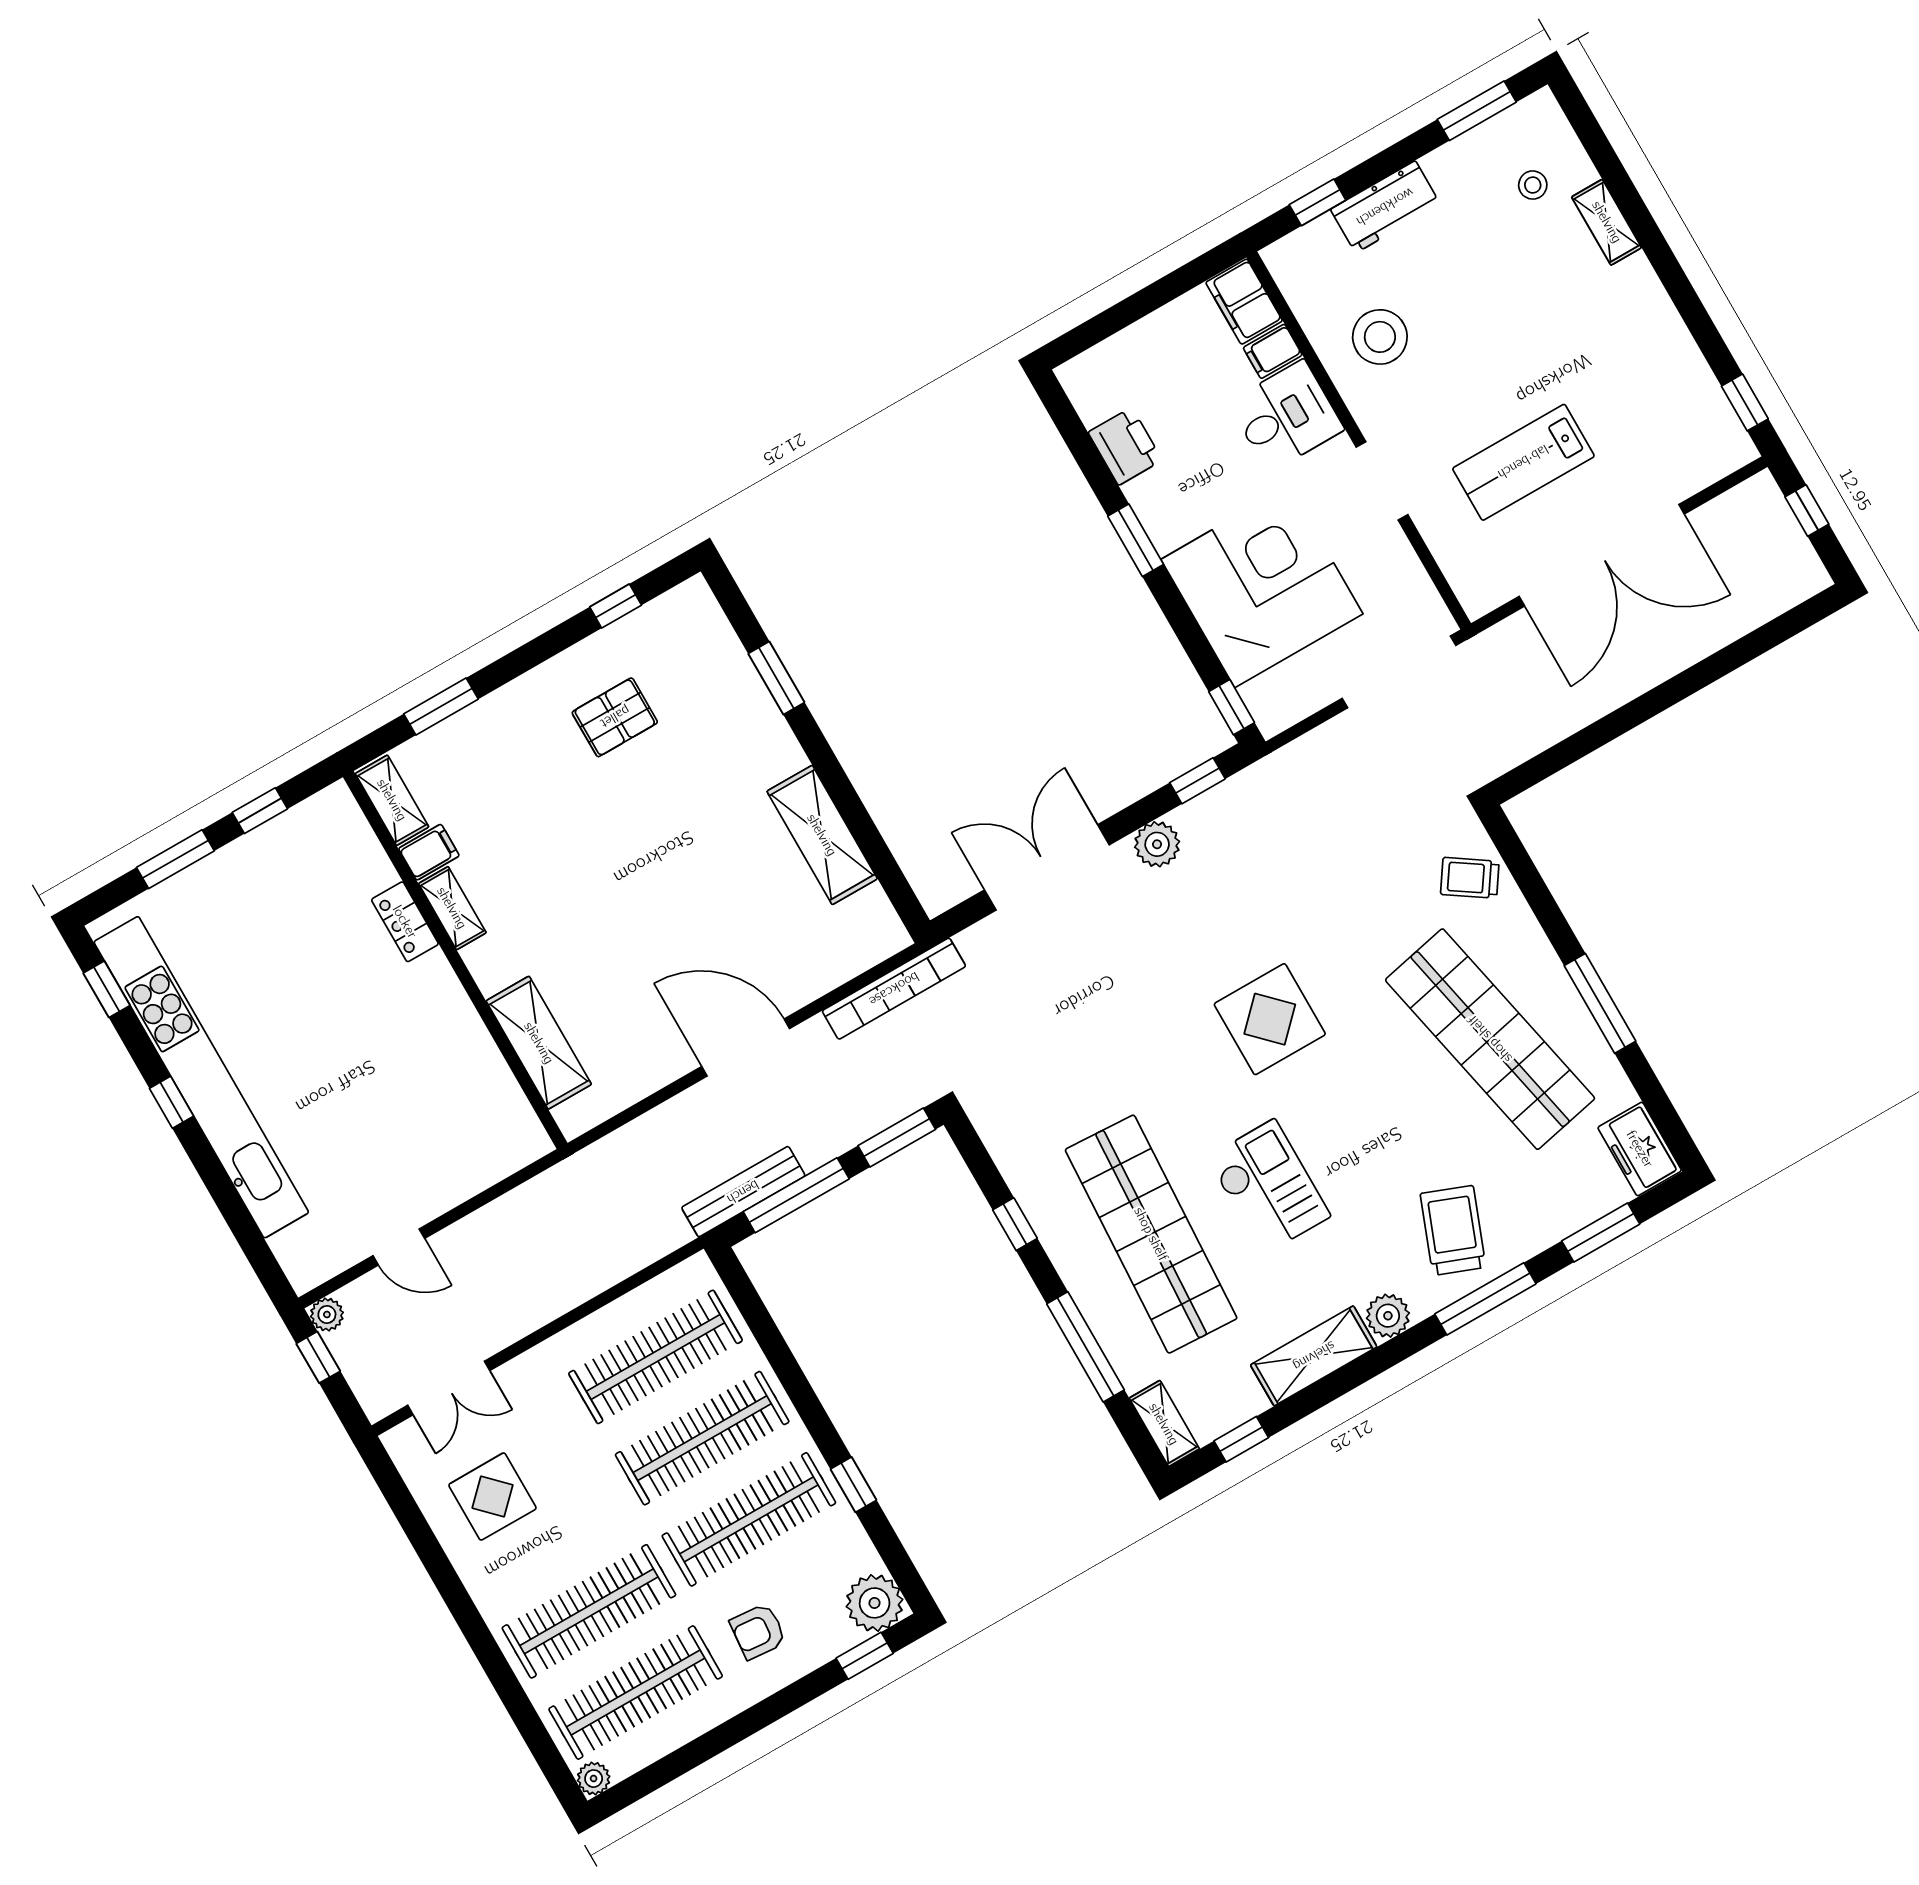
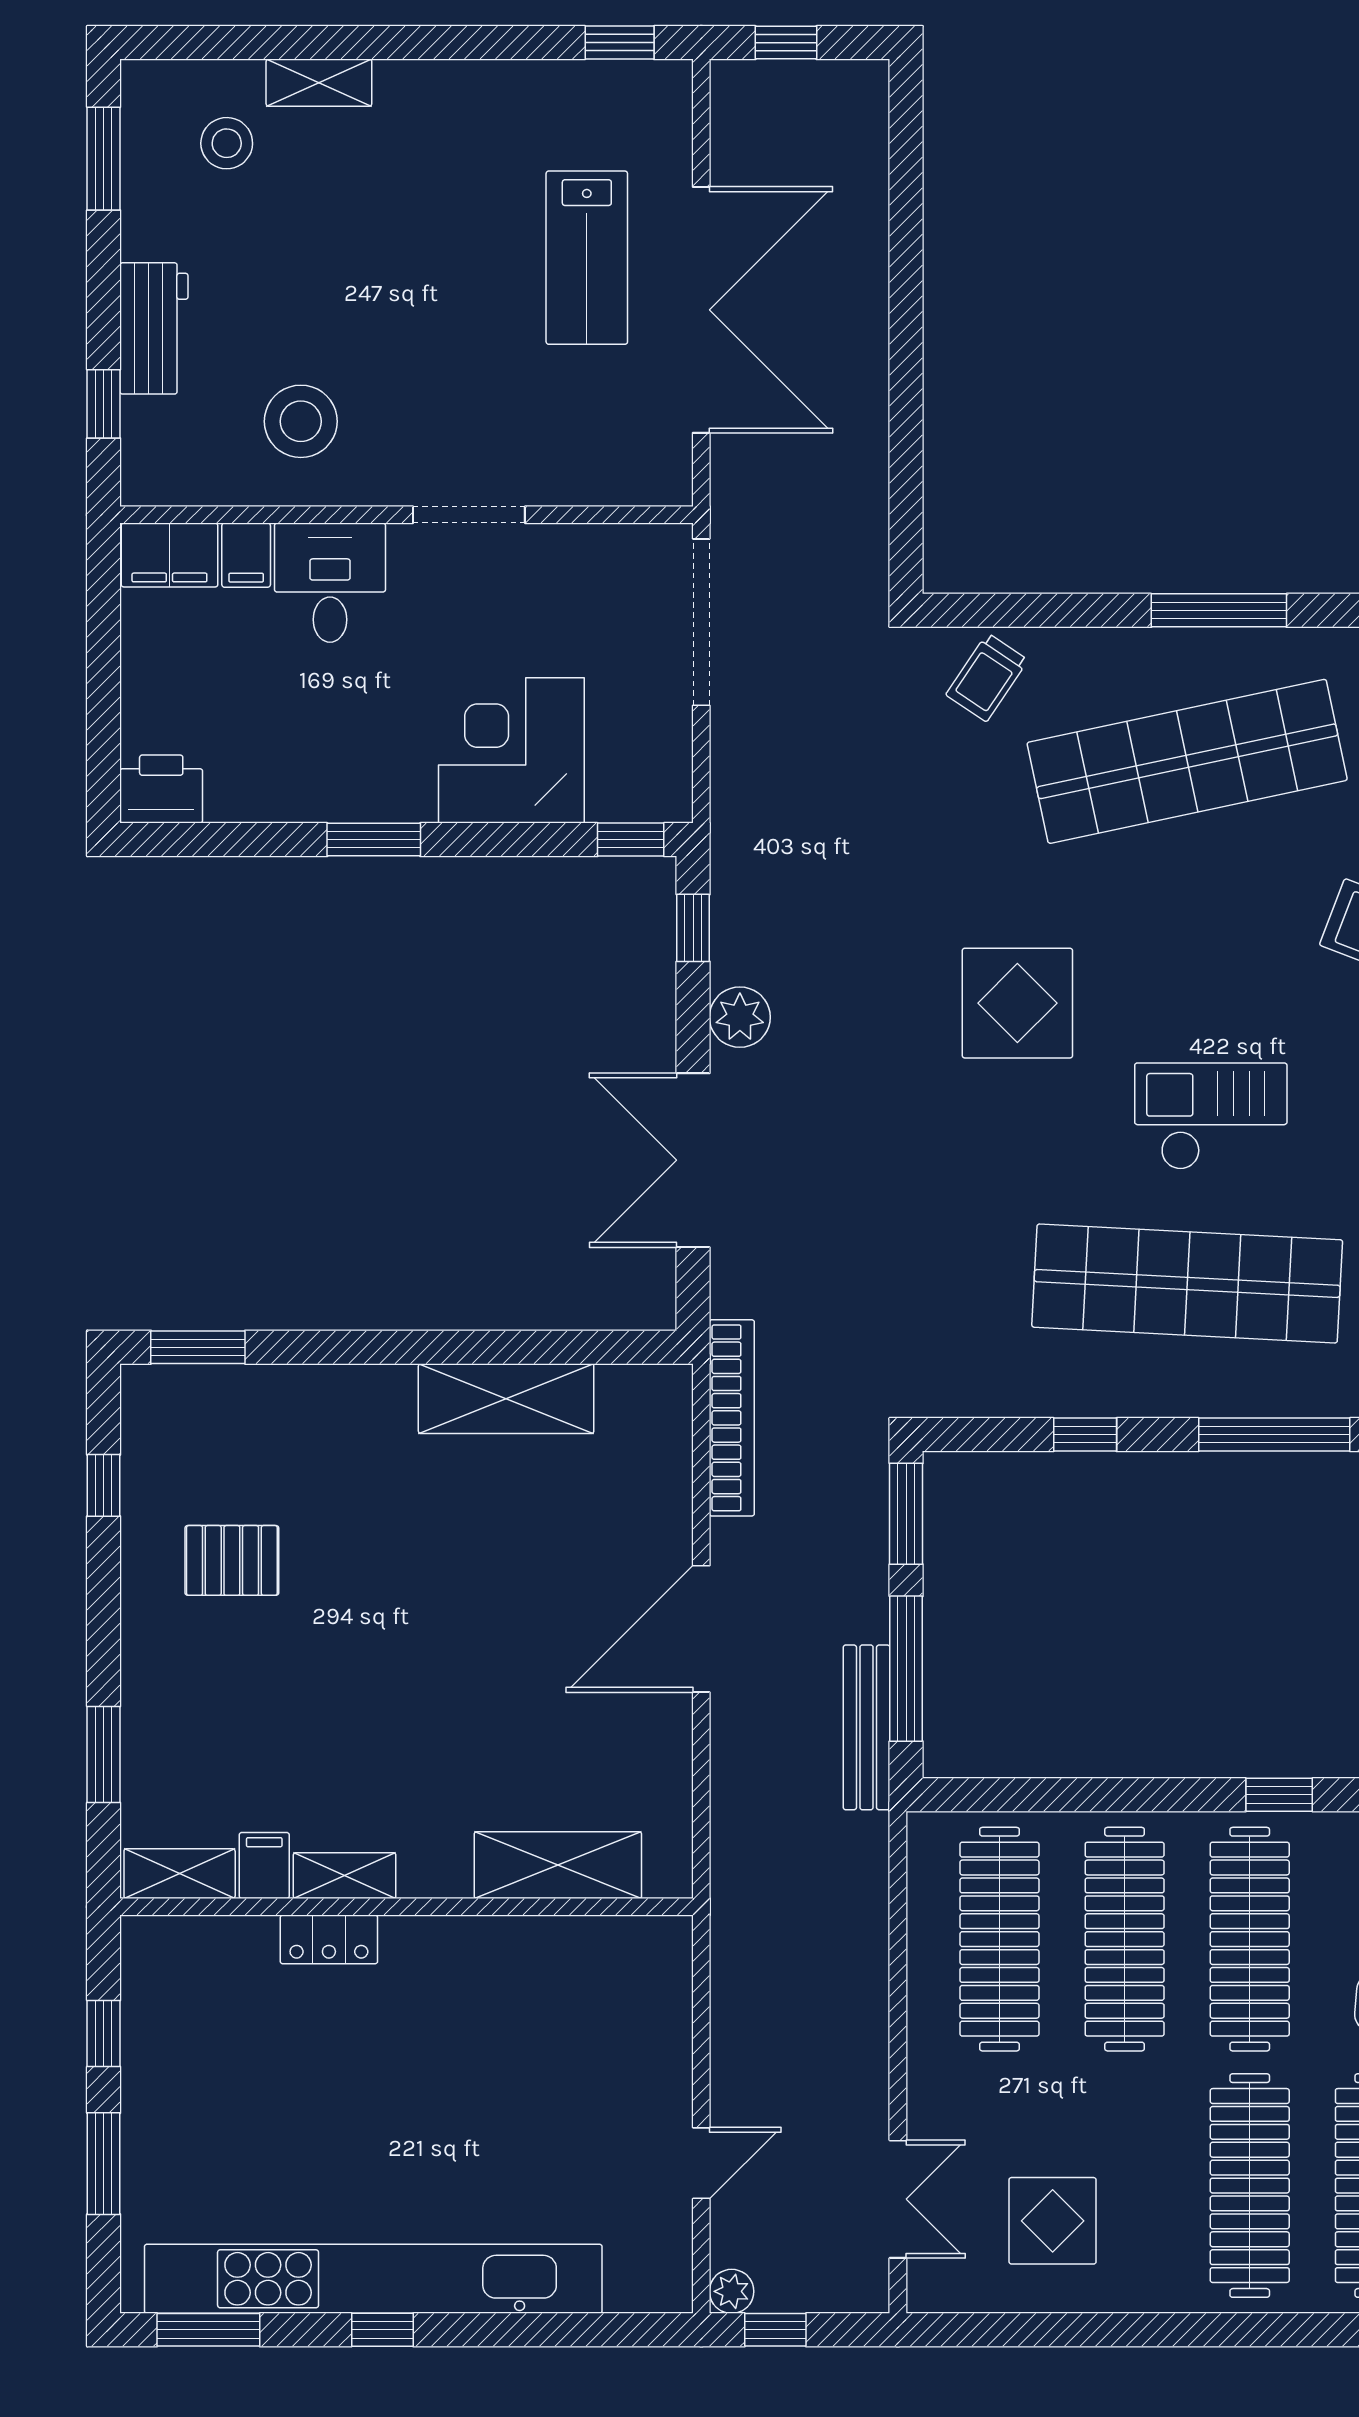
stool: (1533, 185) -> (227, 143), width x1.37, depth x1.37
printer: (1125, 446) -> (161, 789), moved
lab bench: (1523, 462) -> (587, 258), moved
corner desk: (1262, 587) -> (511, 750), width x0.74, depth x0.74
window: (776, 678) -> (198, 1347), moved
pallet: (615, 717) -> (232, 1560), turned 90
window: (107, 989) -> (208, 2330), width x1.50

